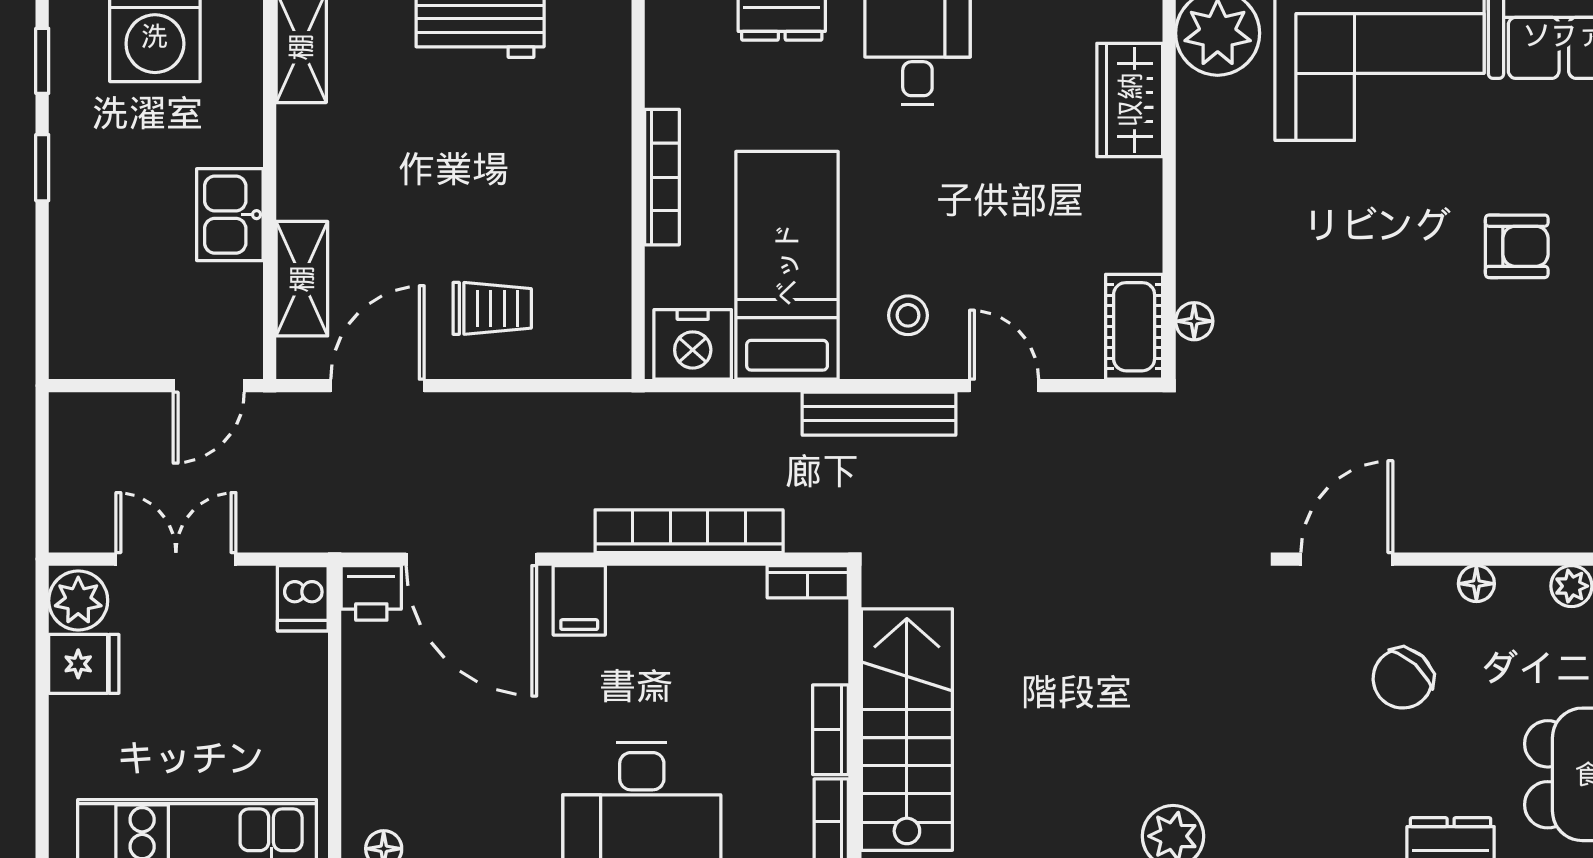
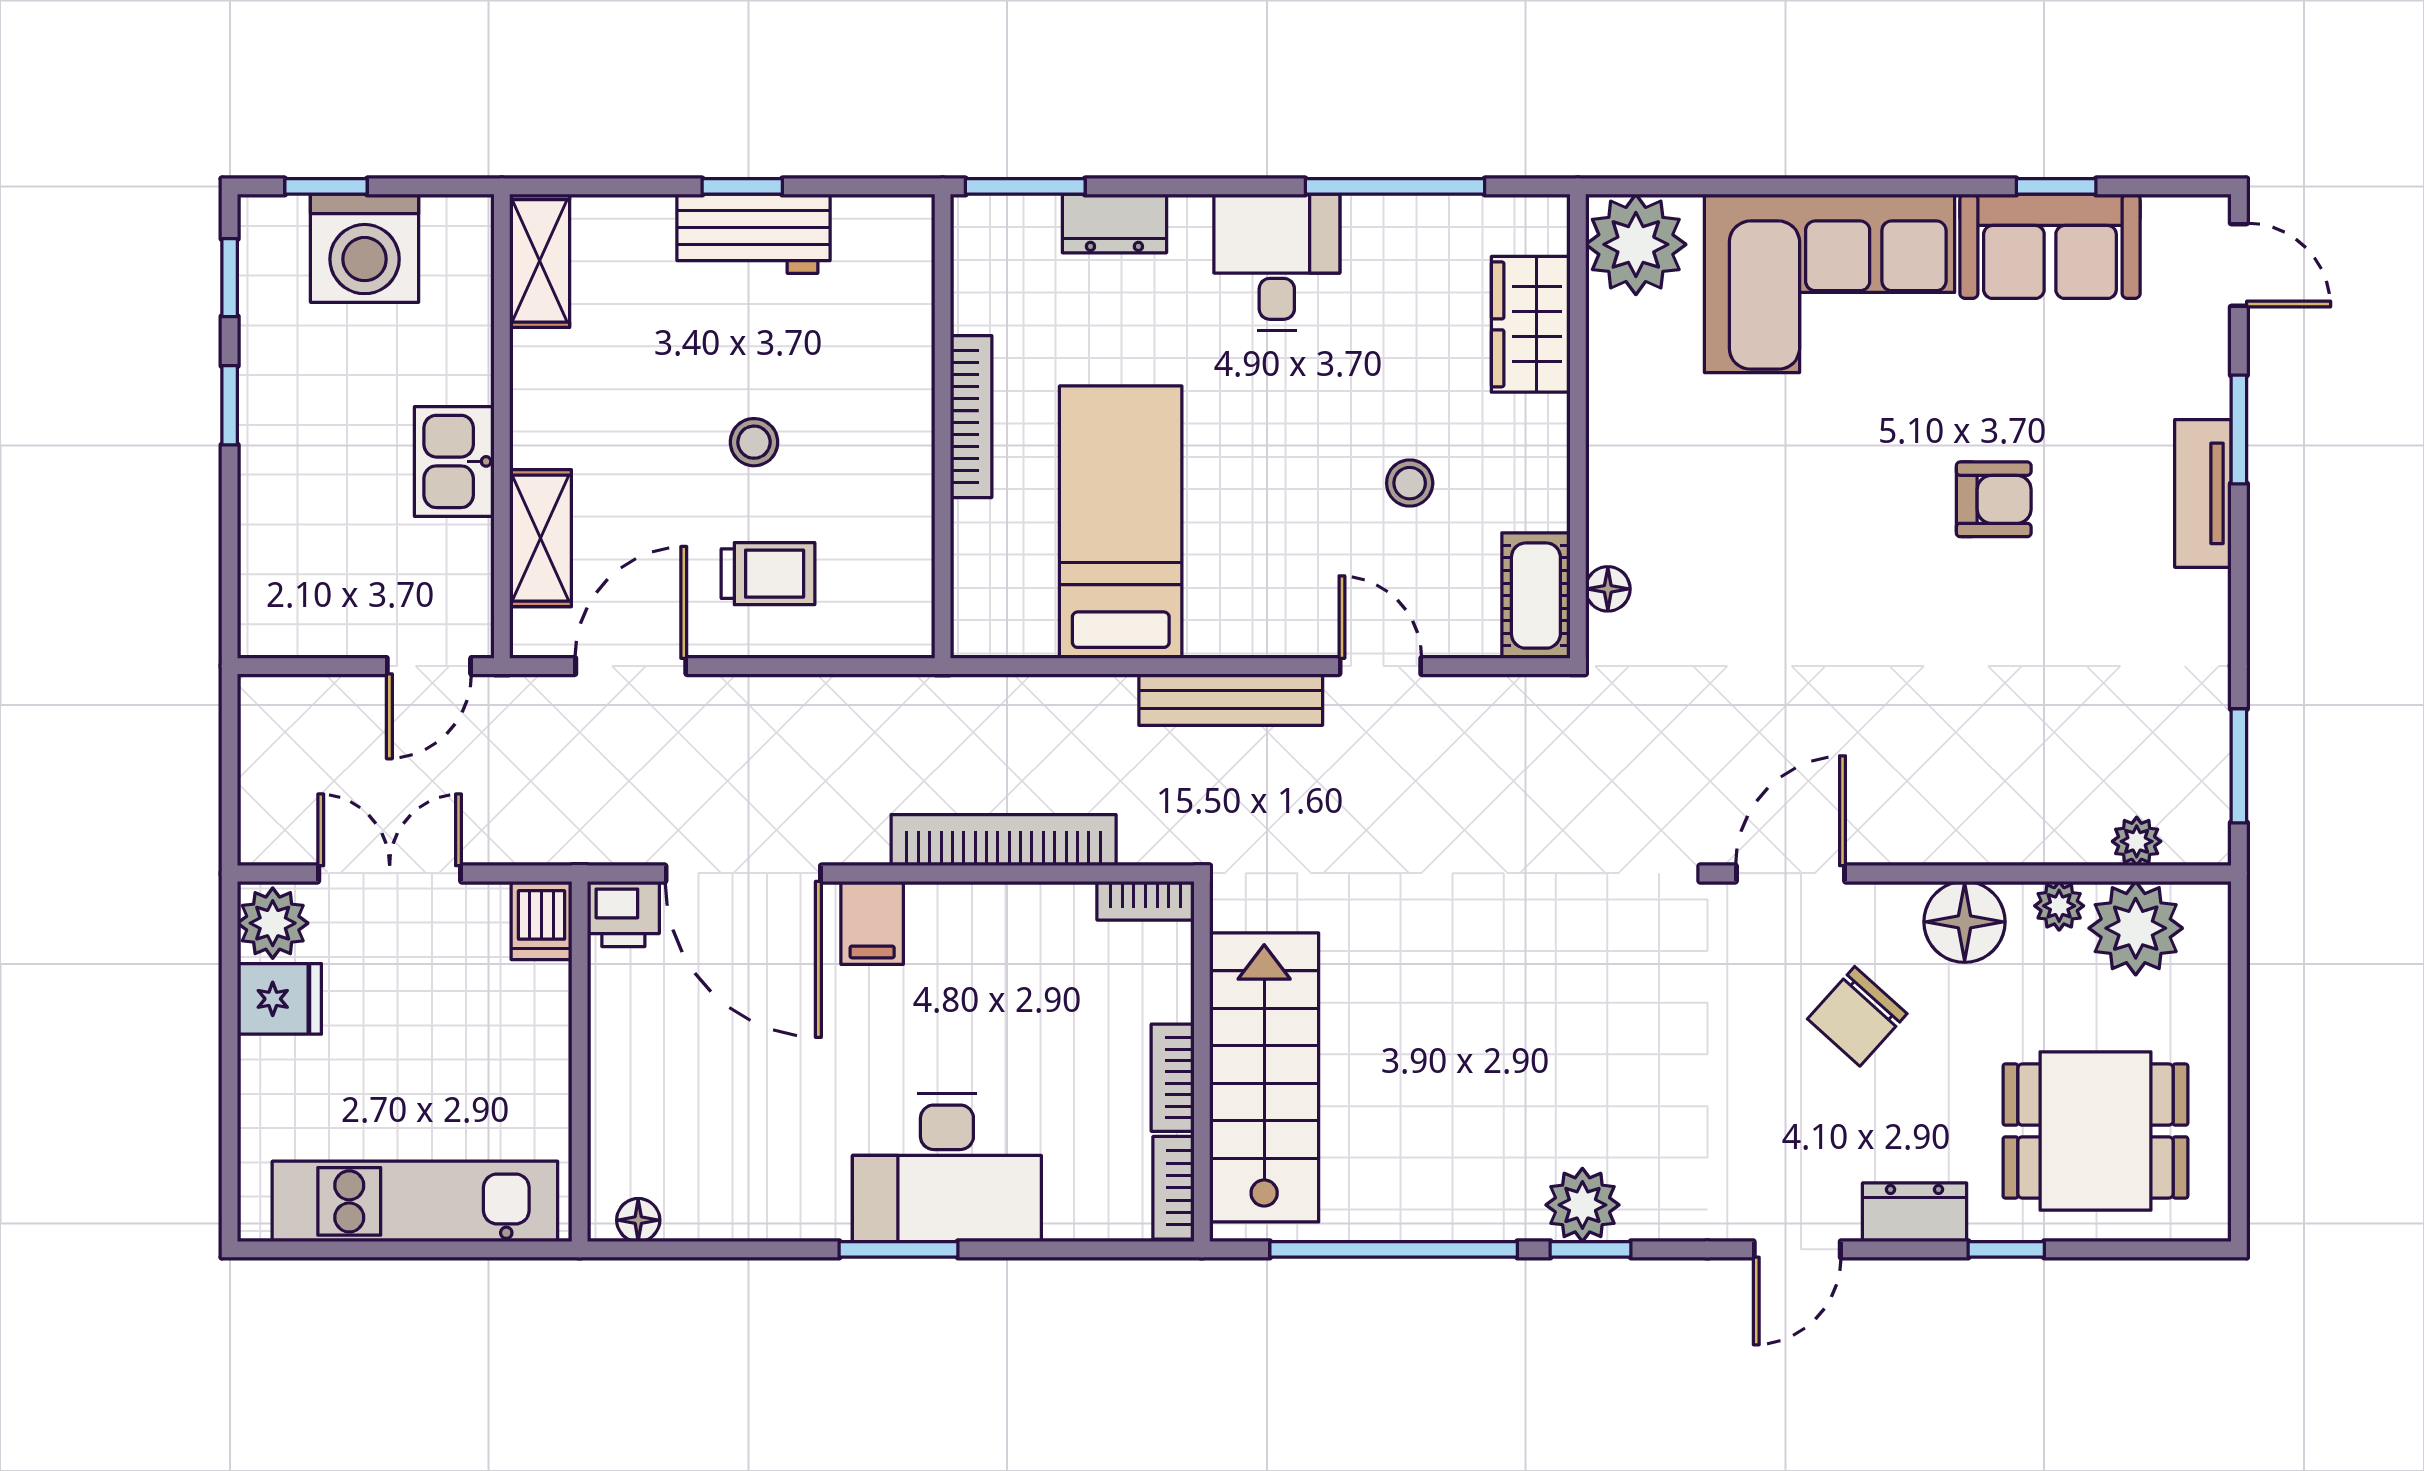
stool: (480, 198) -> (754, 442), added
stool: (908, 315) -> (1410, 483), moved
nightstand: (693, 344) -> (1008, 617), removed
floor lamp: (1476, 584) -> (1965, 922), width x1.89, depth x1.89

